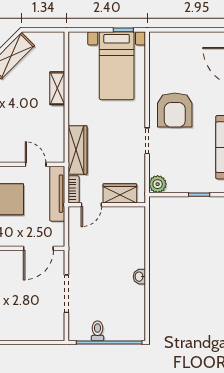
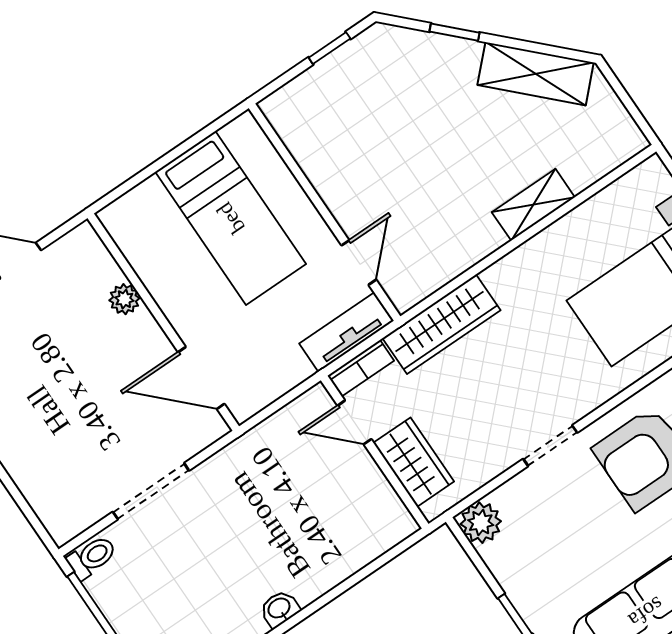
tv unit: (57, 194) -> (346, 332), width x0.71
toilet: (98, 331) -> (92, 557), moved

